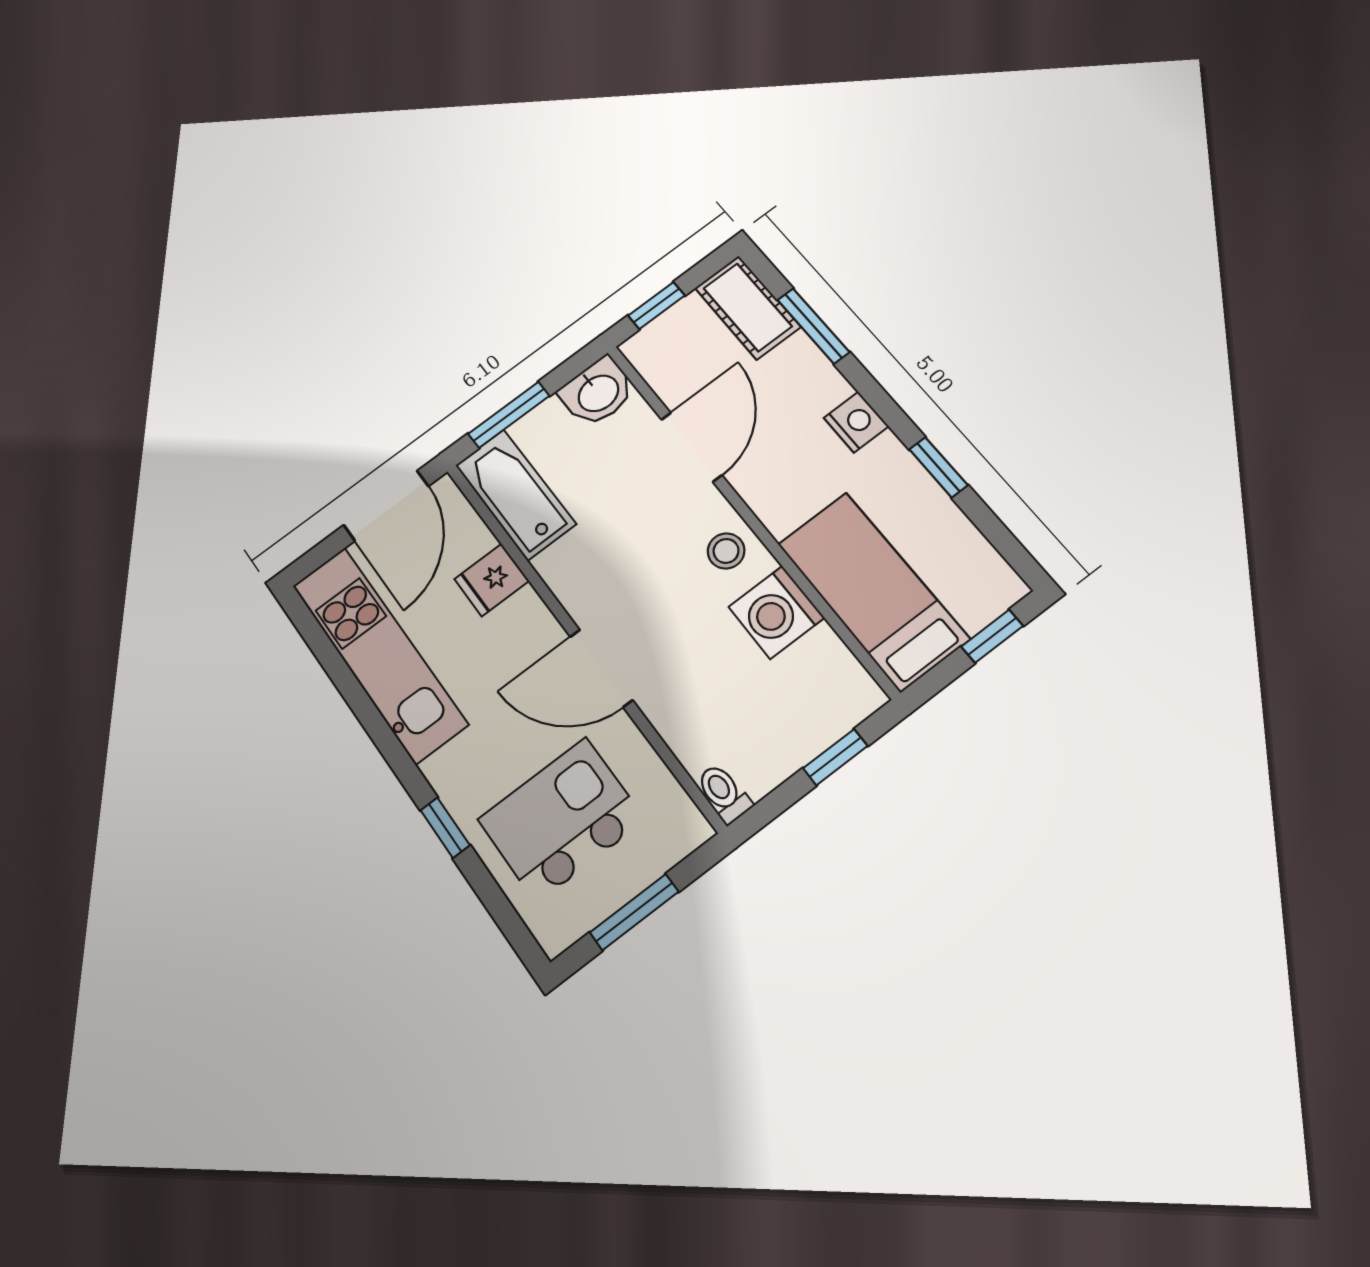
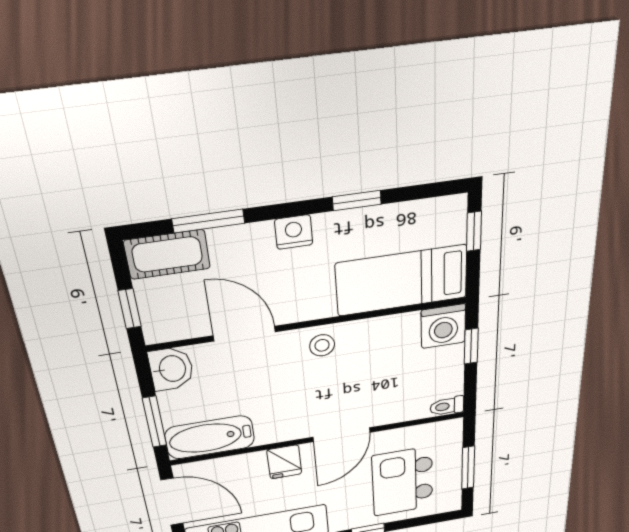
fridge: (492, 580) -> (284, 462), moved
washing machine: (776, 612) -> (443, 326), moved

